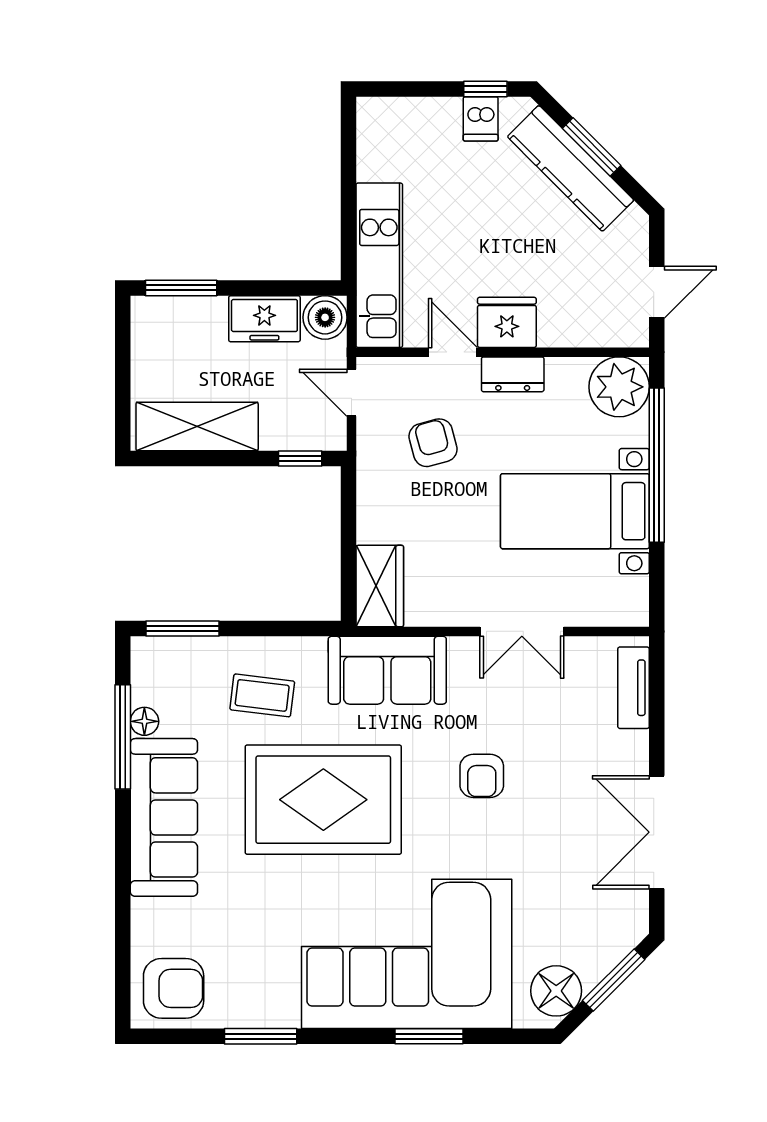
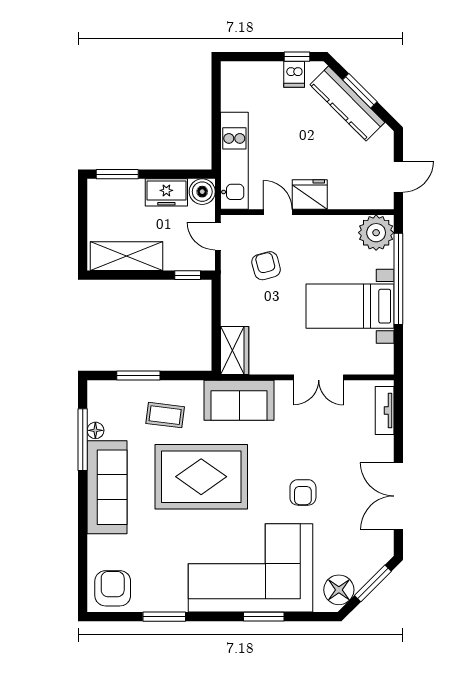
dresser: (513, 374) -> (313, 225), removed
window: (182, 628) -> (138, 376), moved
armchair: (482, 776) -> (303, 492), moved
armchair: (174, 988) -> (113, 588), turned -90

